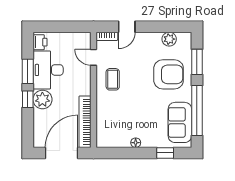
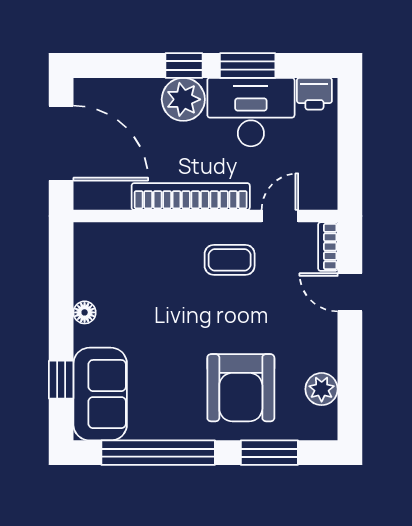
bookcase: (85, 122) -> (191, 197), moved
sofa: (180, 122) -> (100, 394), moved, turned 90

